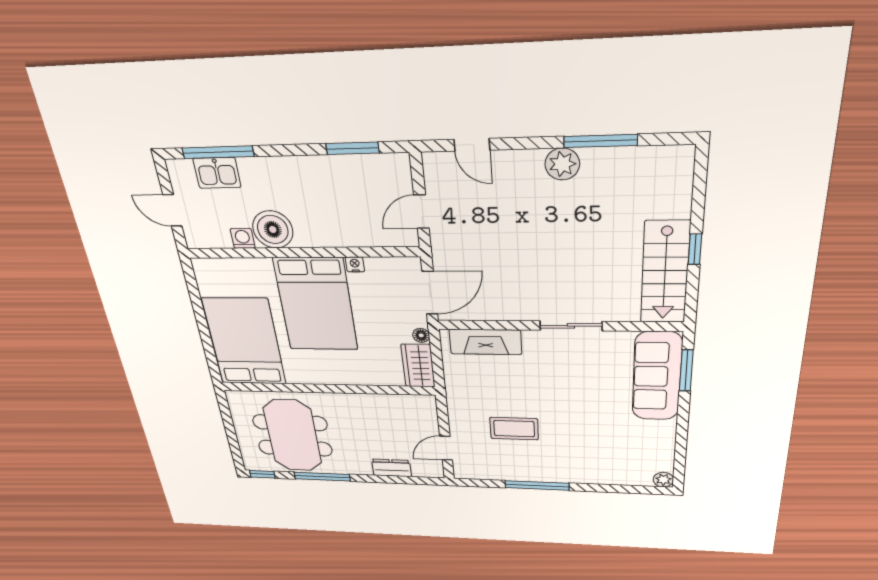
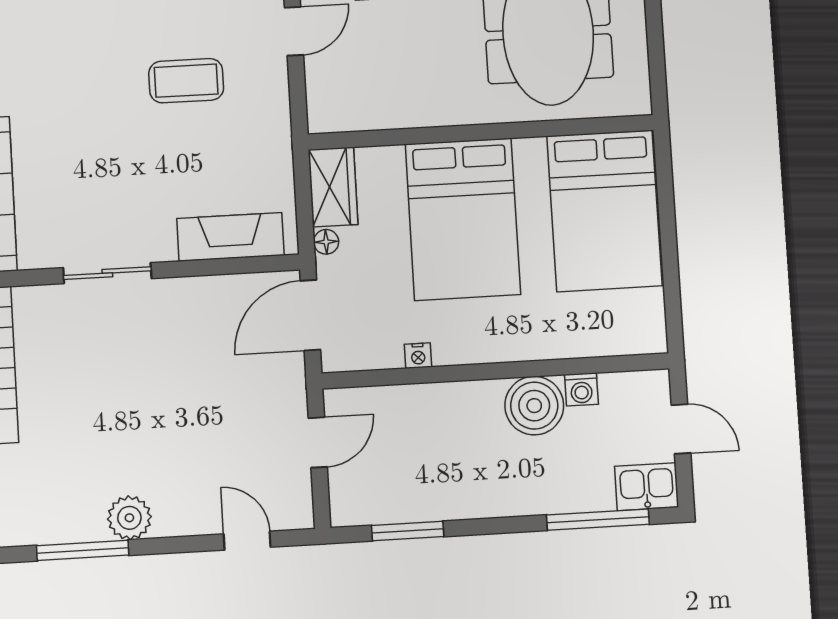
kitchen sink: (217, 173) -> (647, 487), moved
bed: (316, 304) -> (463, 219), moved, turned 180

